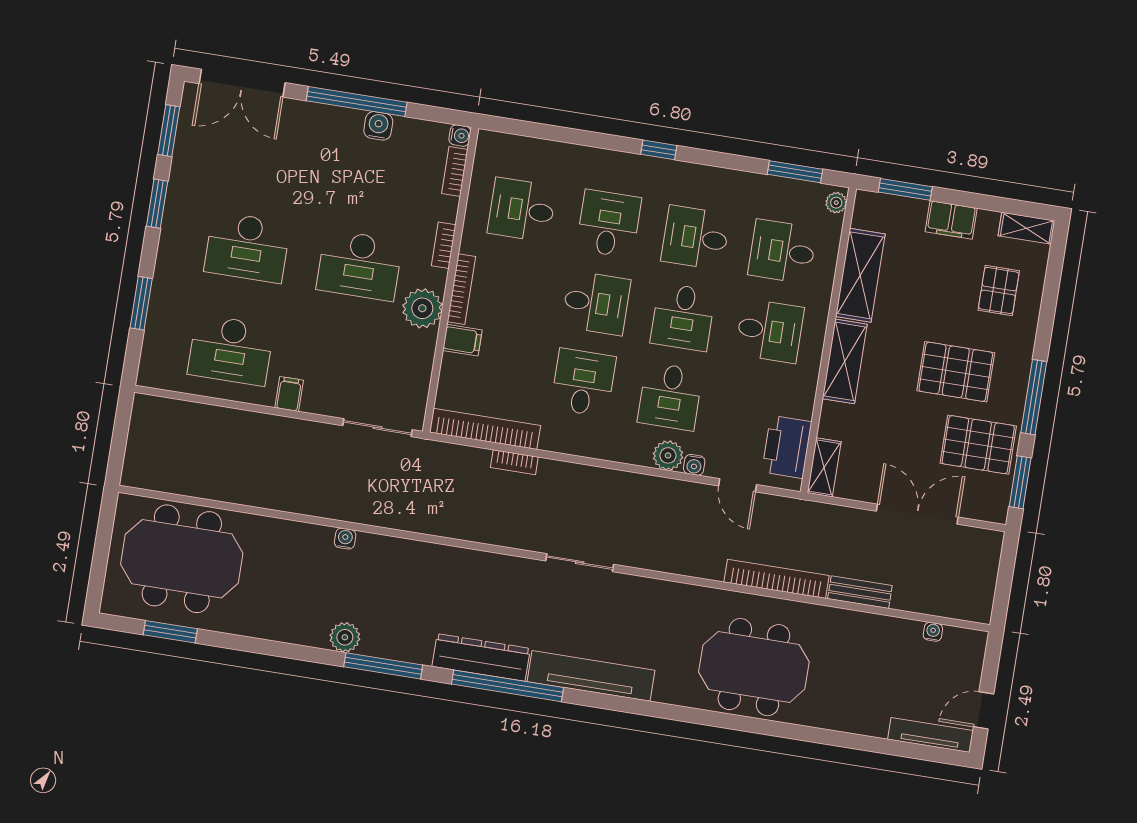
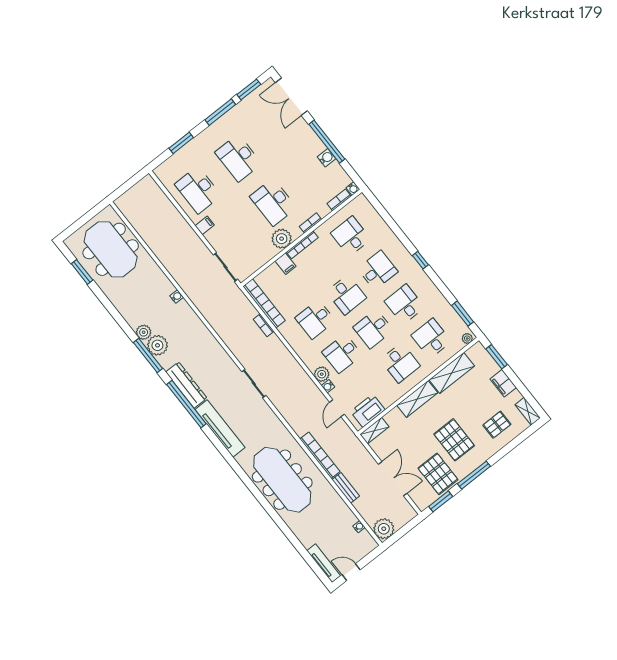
window: (157, 204) -> (220, 112), width x1.44
desk: (583, 383) -> (315, 319), turned 180
plant: (973, 601) -> (384, 529), added
plant: (383, 638) -> (157, 345), added
meeting table: (754, 667) -> (282, 480), width x1.36

